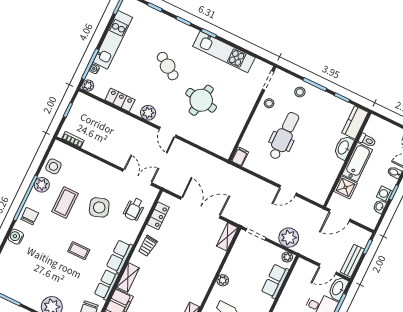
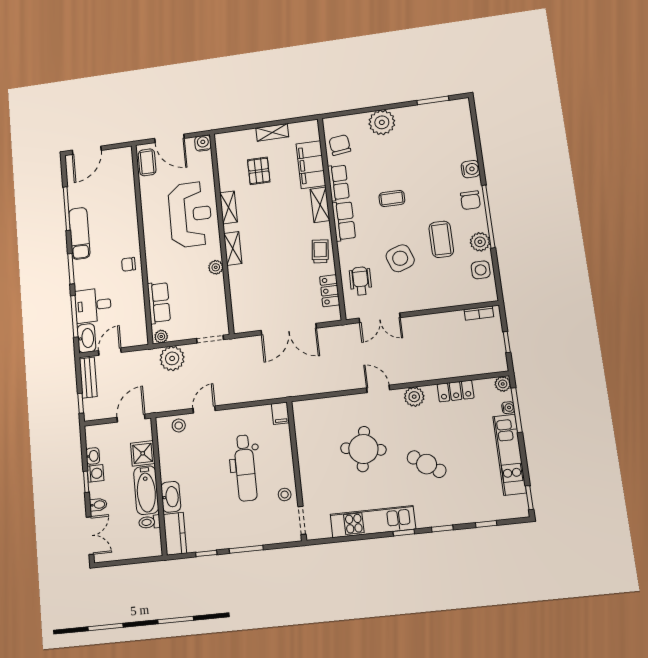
stool: (300, 92) -> (179, 425), moved
shelving: (227, 237) -> (233, 248), moved

